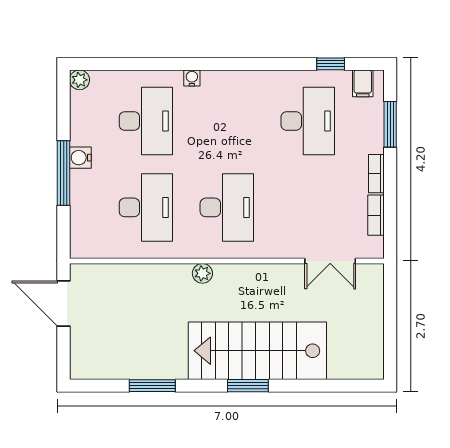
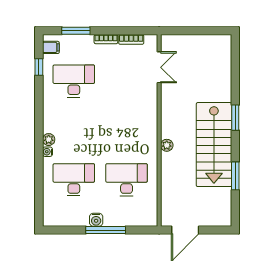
plant: (80, 80) -> (49, 140), moved
desk: (227, 207) -> (127, 130), removed
stairs: (257, 351) -> (214, 145), moved

